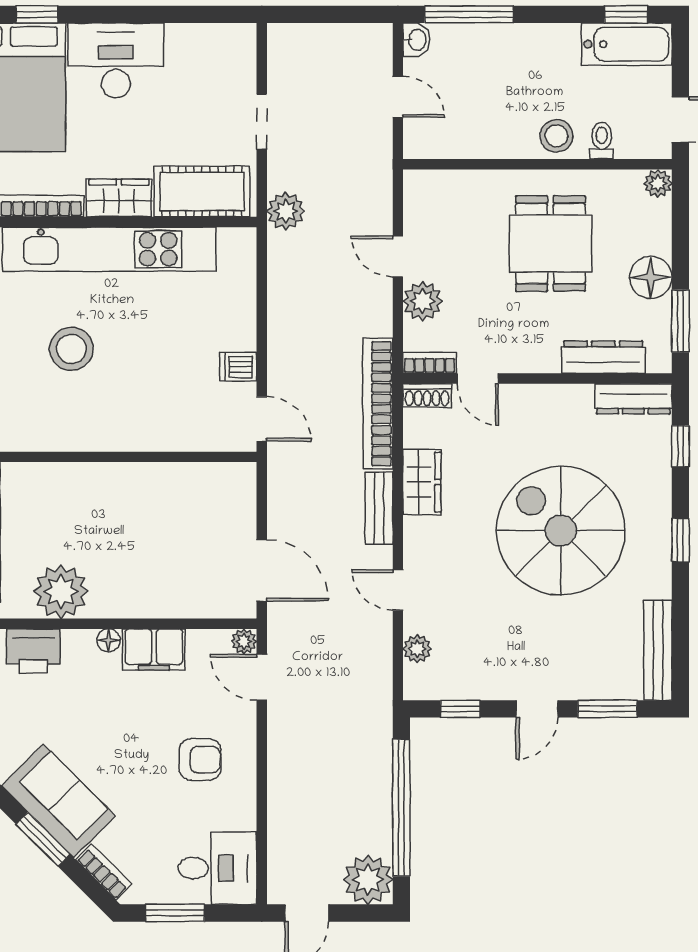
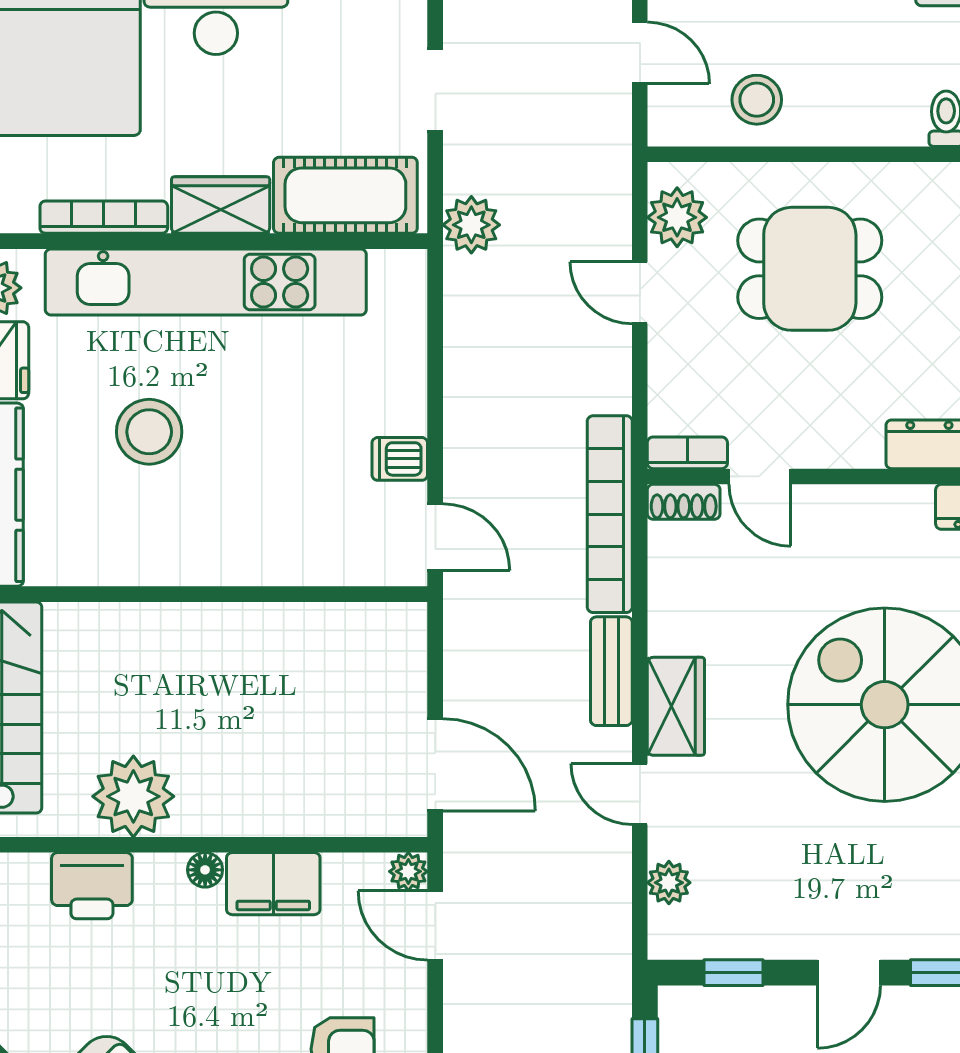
stool: (557, 136) -> (757, 100), moved
dining table: (550, 243) -> (810, 269), moved, turned 90
plant: (423, 301) -> (677, 217), moved
wardrobe: (422, 482) -> (676, 706), moved

